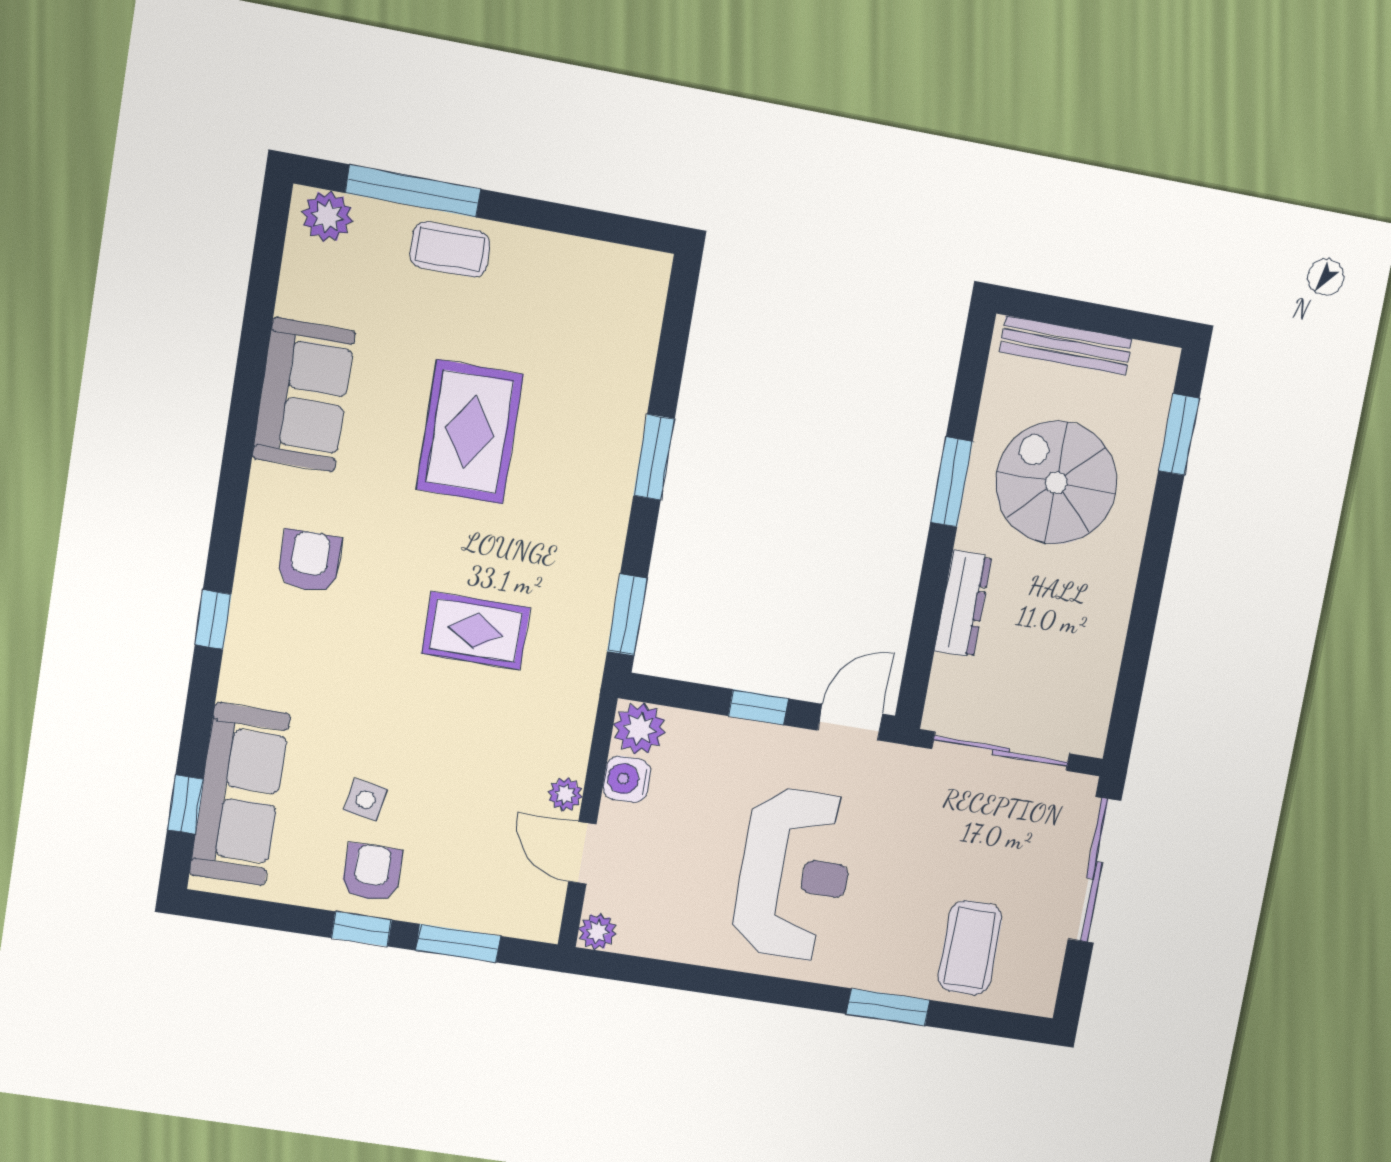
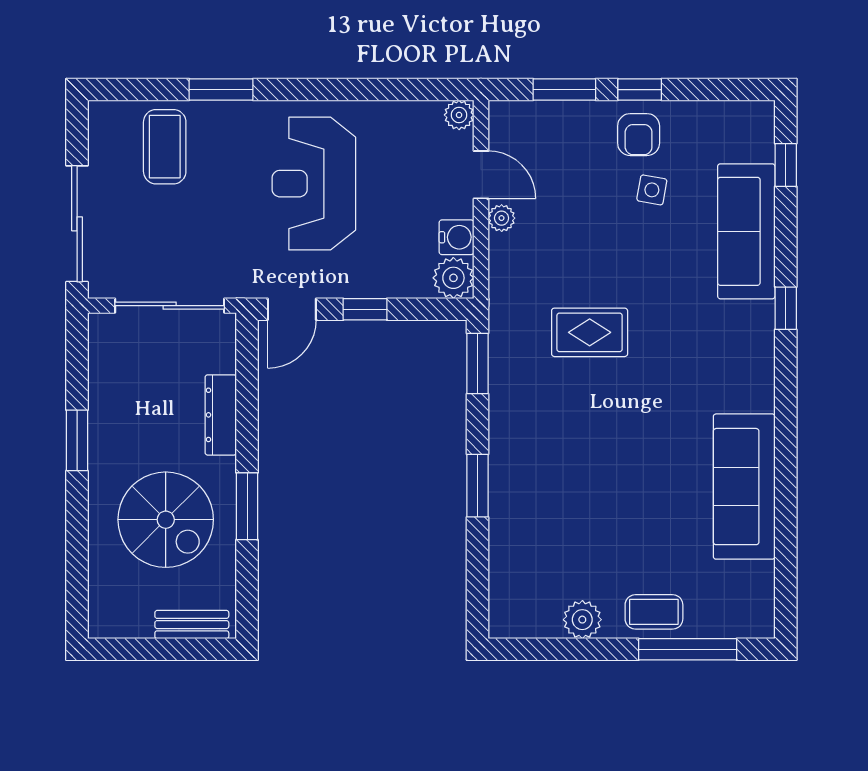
plant: (327, 216) -> (582, 620), moved
bench: (1066, 345) -> (192, 625), width x0.73
sofa: (304, 395) -> (744, 487), width x1.36
rug: (470, 432) -> (618, 481), removed
window: (1179, 435) -> (77, 440), moved
armchair: (309, 561) -> (721, 364), removed
sofa: (240, 794) -> (746, 231), moved

